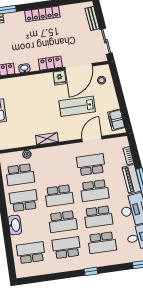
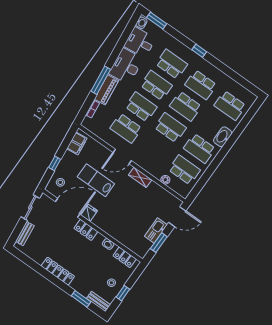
window: (119, 90) -> (55, 163), added
lab bench: (77, 106) -> (96, 180), turned 180
door: (92, 139) -> (122, 157), moved
school desk: (63, 222) -> (186, 106), turned 180

